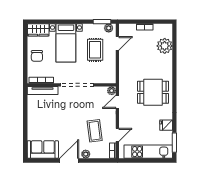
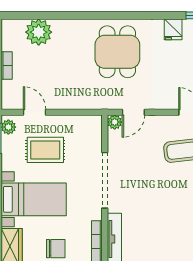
door: (117, 102) -> (133, 112), hinge flipped

